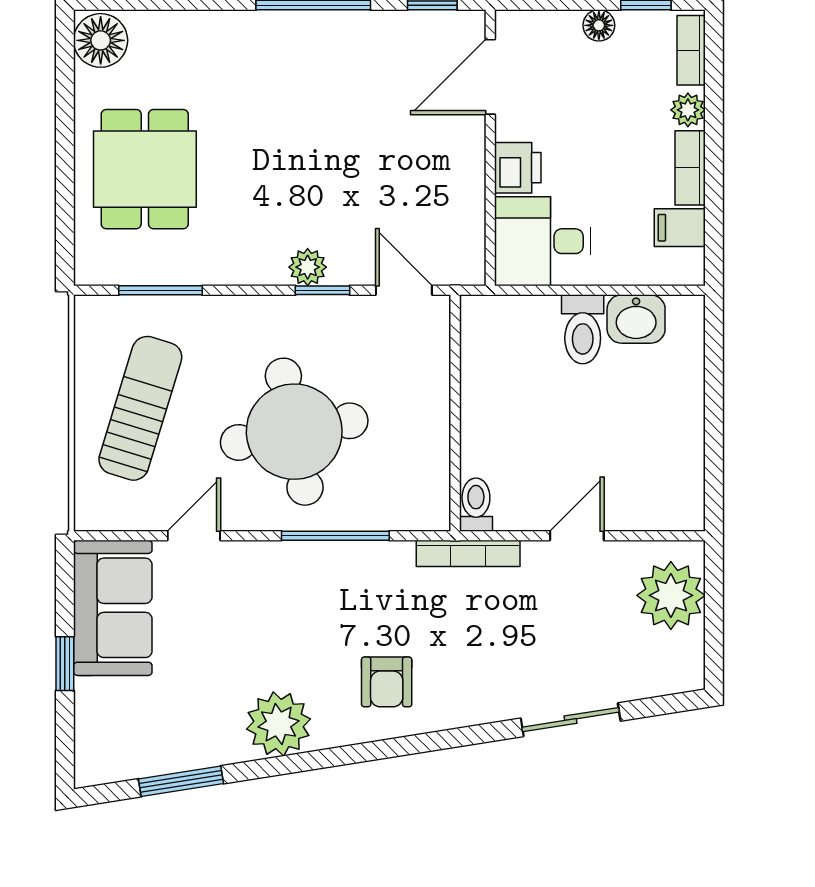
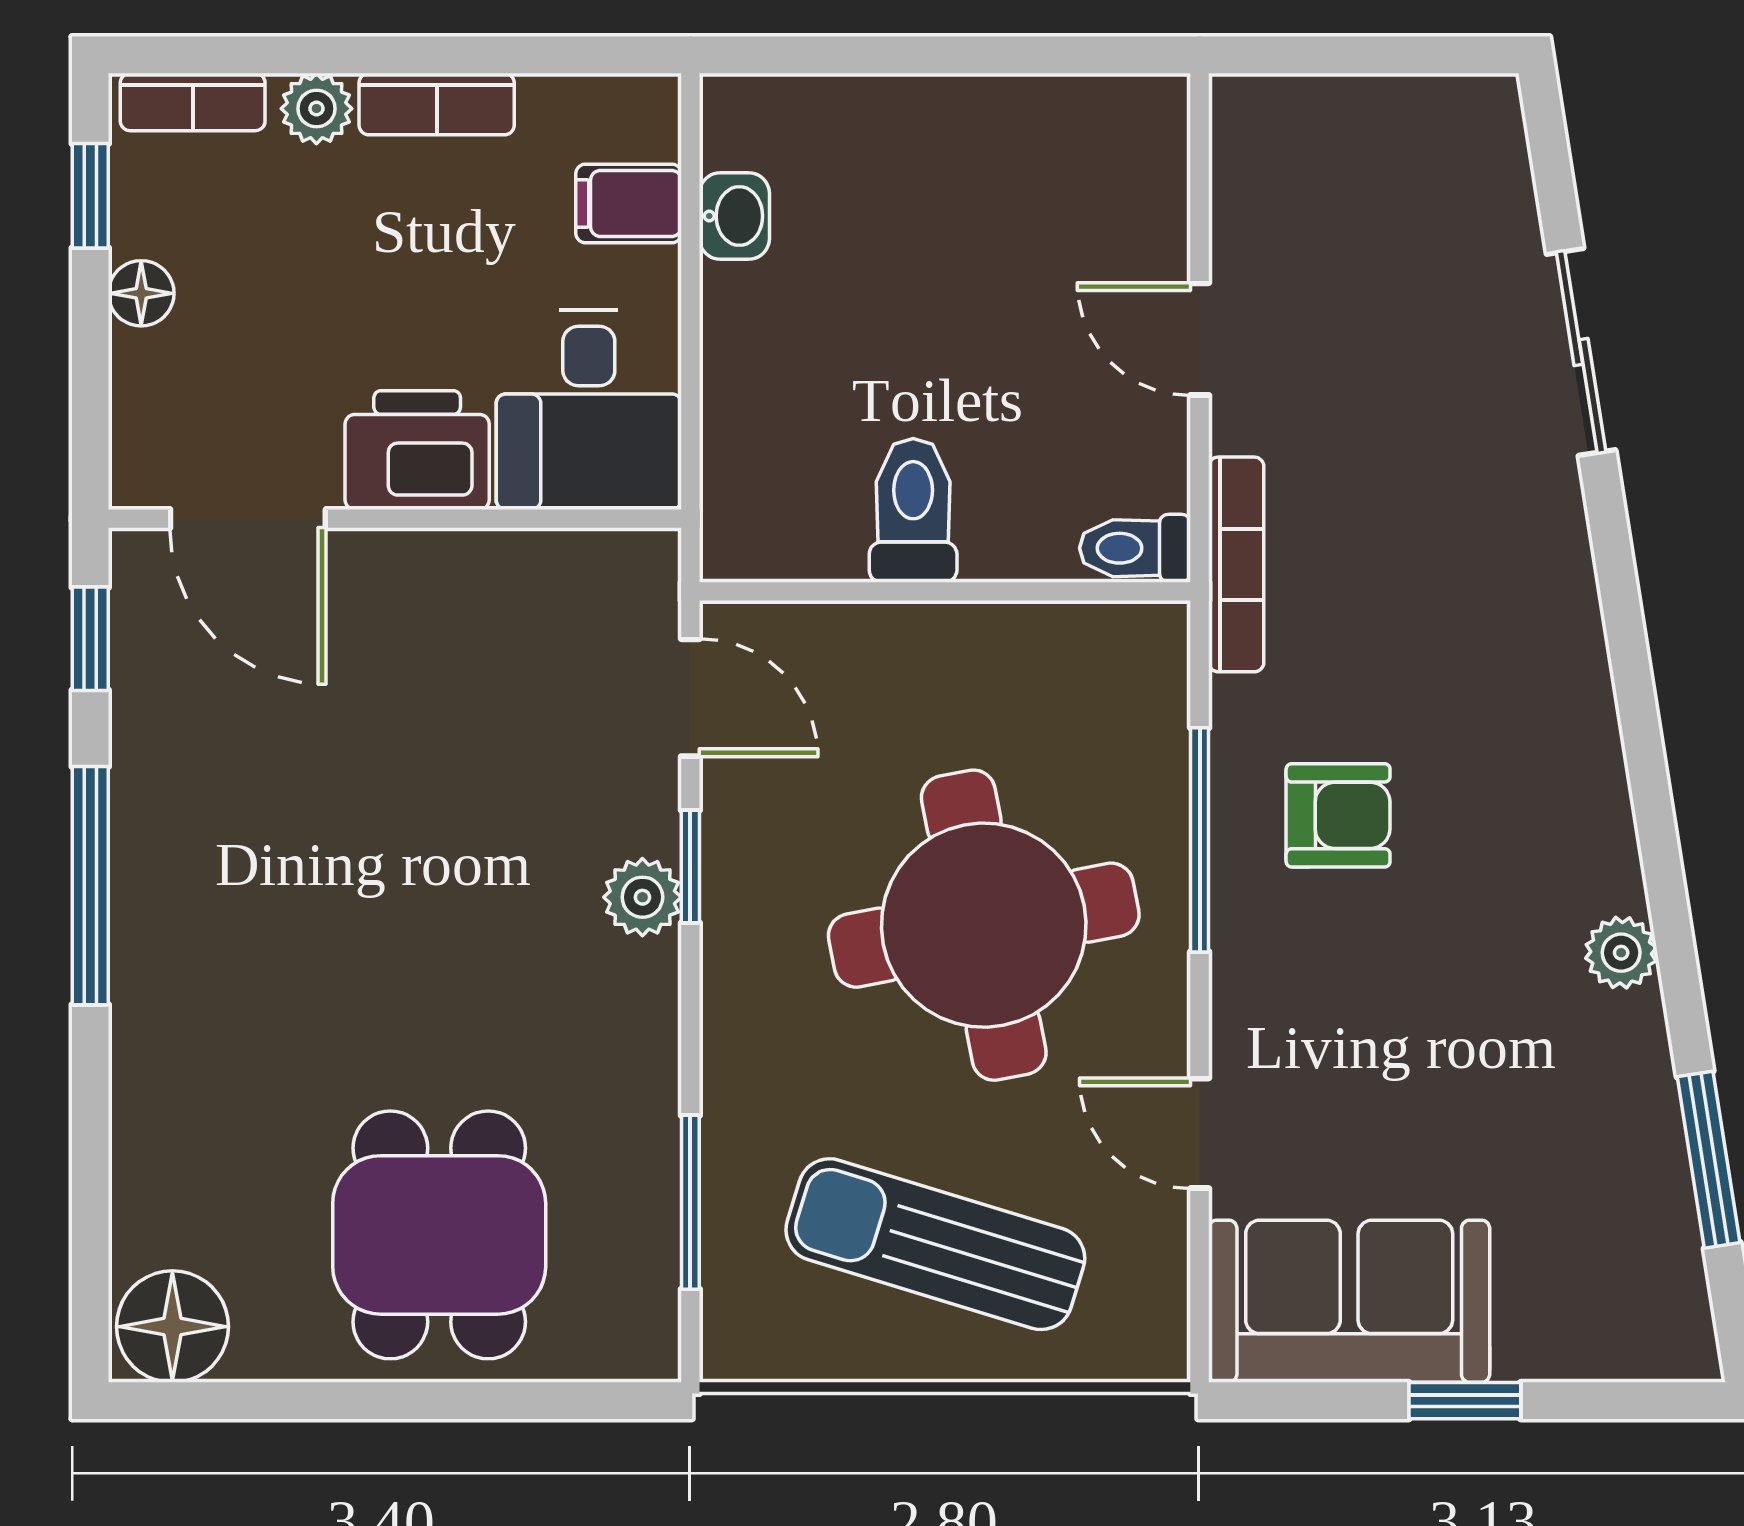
printer: (518, 168) -> (417, 450), width x1.36, depth x1.24
dining table: (145, 169) -> (439, 1235), turned 90
filing cabinet: (680, 228) -> (629, 203), moved, turned 90
door: (404, 290) -> (690, 698), swing flipped
washbasin: (636, 319) -> (734, 216), width x0.72, depth x0.69
toilet: (583, 329) -> (913, 510), moved, turned -90
plant: (671, 595) -> (1323, 144), removed
armchair: (387, 682) -> (1338, 815), moved
plant: (279, 724) -> (1621, 953), width x0.53, depth x0.53

